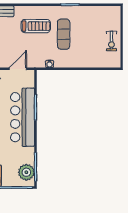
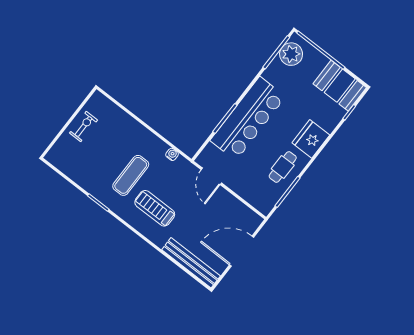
door: (18, 69) -> (211, 176), hinge flipped

